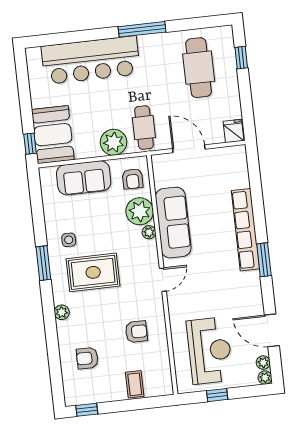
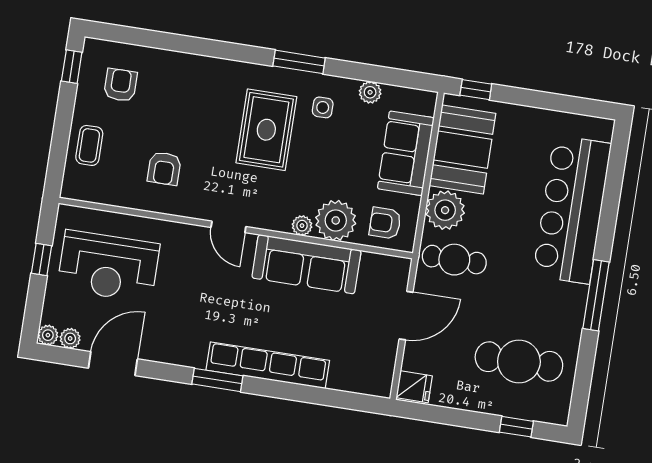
booth: (53, 135) -> (463, 150), moved, turned 90
plant: (62, 312) -> (370, 92), moved
armchair: (87, 358) -> (121, 85), moved
coffee table: (135, 384) -> (89, 145), turned 90

